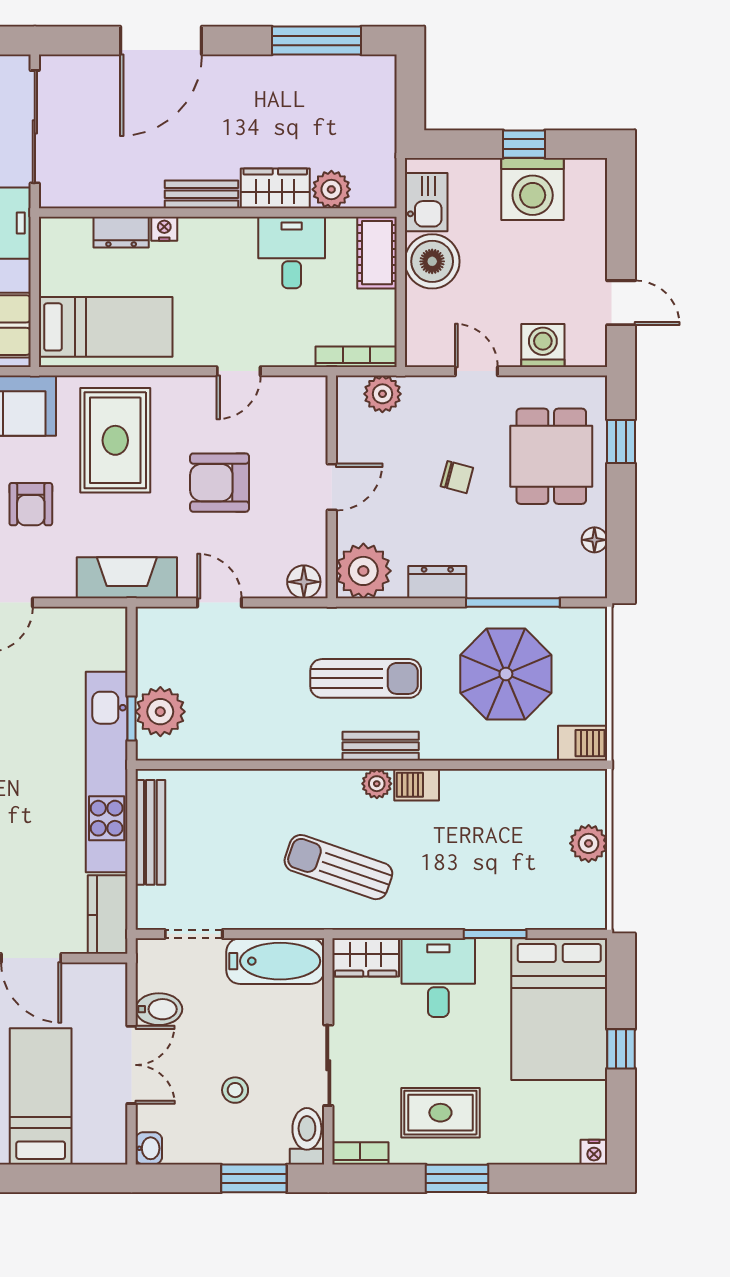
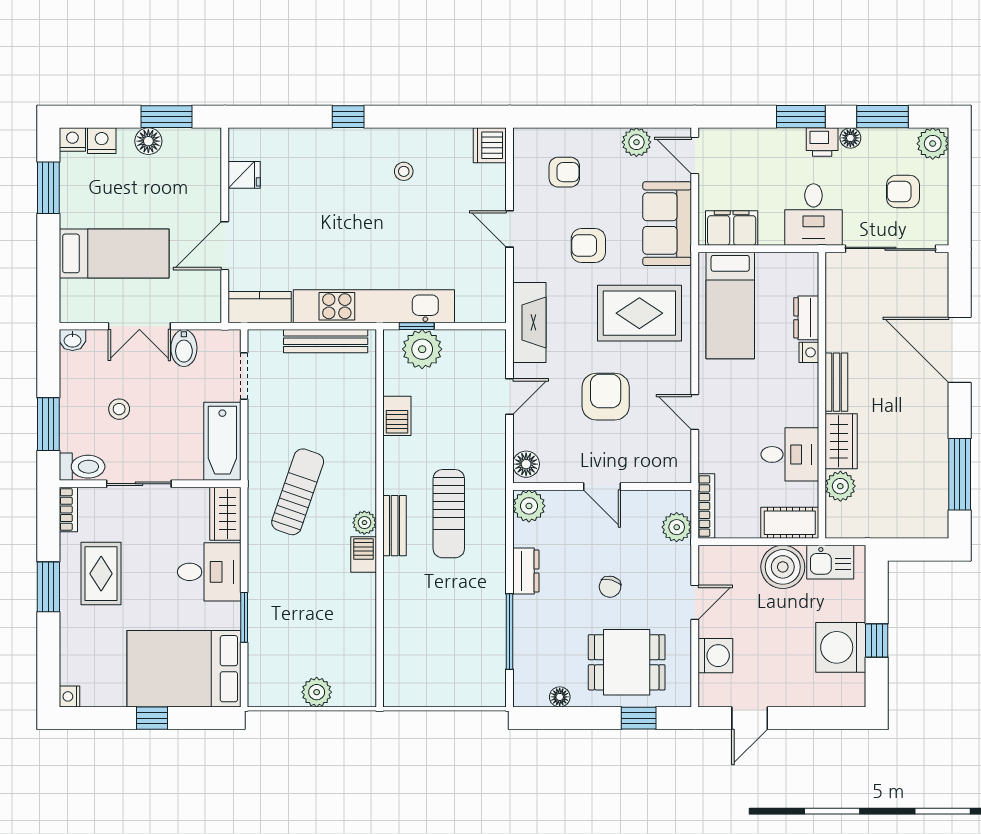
plant: (363, 571) -> (529, 506), width x0.73, depth x0.73
parasol: (506, 674) -> (452, 626), removed
barbecue: (583, 743) -> (397, 416), moved

